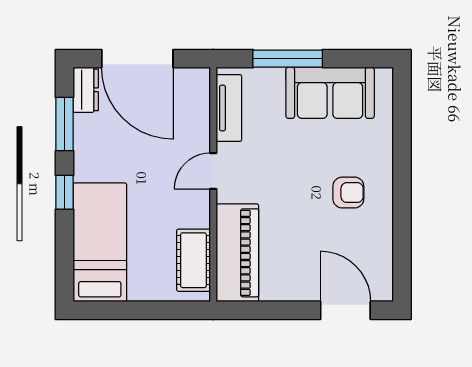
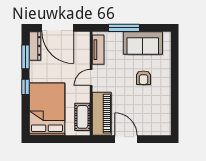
dresser: (86, 90) -> (35, 46), width x1.44
armchair: (348, 193) -> (143, 78), moved, turned 90
bed: (100, 242) -> (47, 109), width x1.50
door: (345, 310) -> (126, 139), moved

